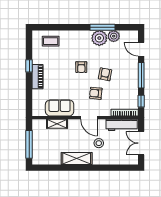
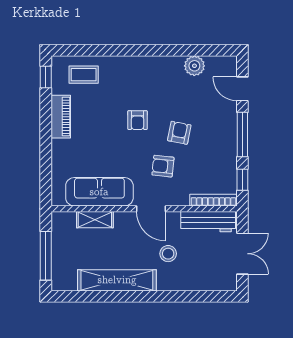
window: (103, 27) -> (175, 50), removed
plant: (99, 38) -> (169, 69), removed
window: (29, 66) -> (46, 77), moved
piano: (38, 77) -> (61, 117), moved
sofa: (60, 108) -> (99, 192), width x1.36
double door: (141, 143) -> (242, 254), swing flipped
shelving: (77, 158) -> (117, 280), width x1.47

